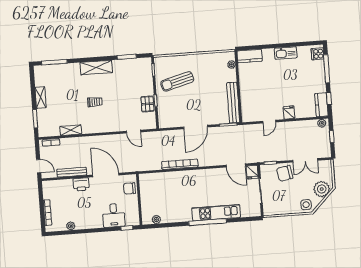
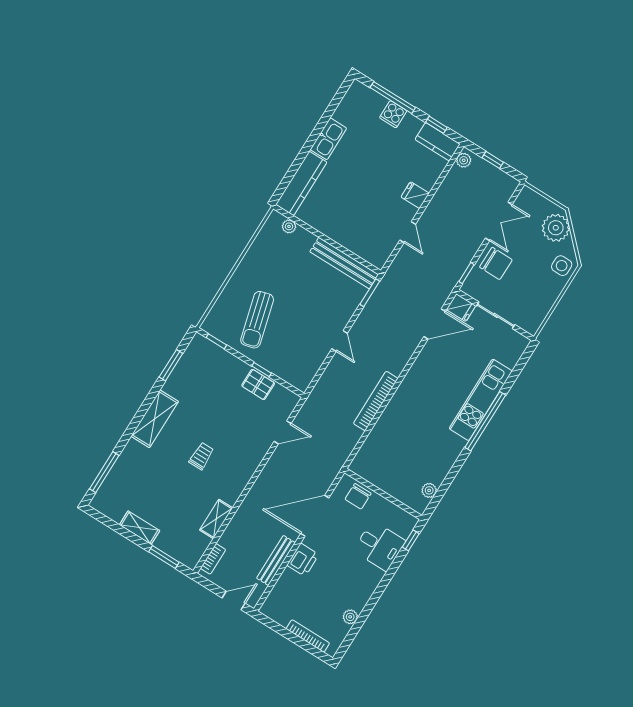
cooker: (318, 54) -> (393, 114), moved
kitchen counter: (250, 56) -> (301, 183), width x1.50
door: (195, 127) -> (340, 341), width x0.53
chair: (285, 173) -> (496, 263), turned -80

